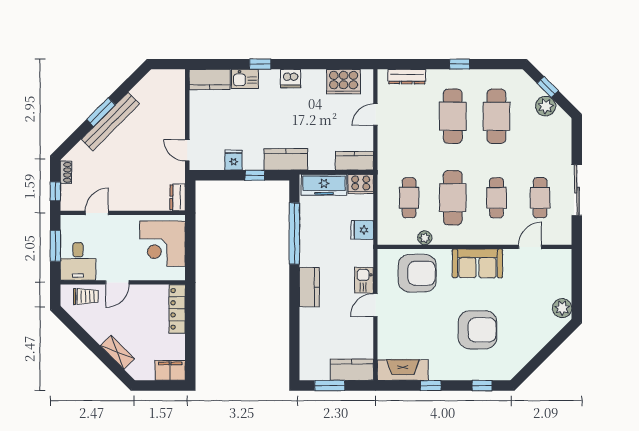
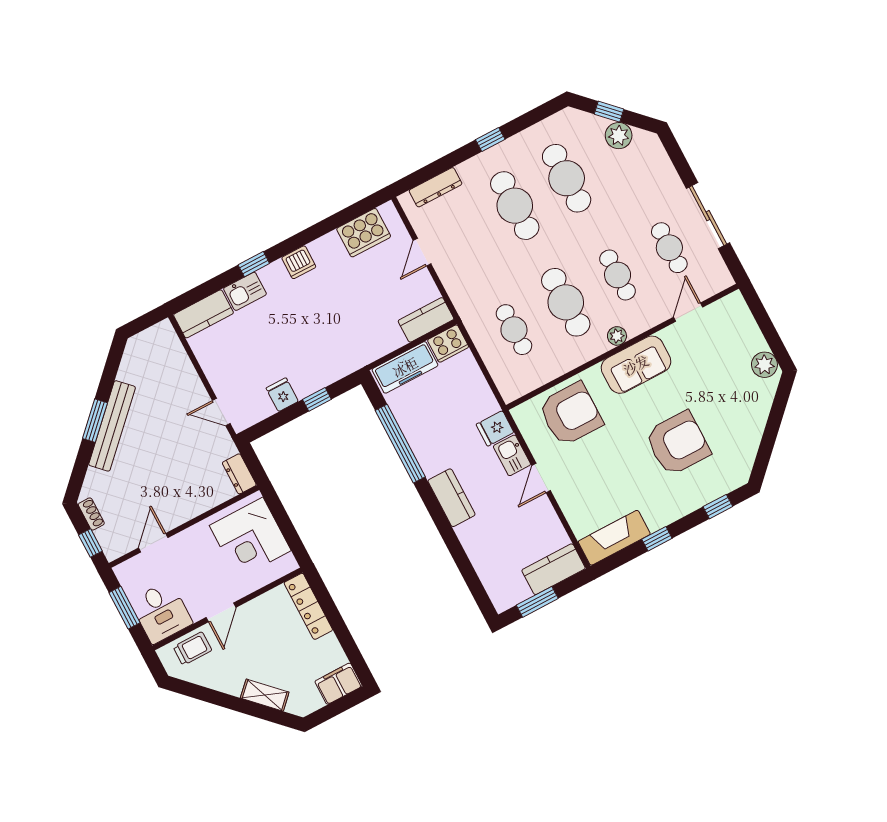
kitchen counter: (286, 159) -> (344, 361), removed
fridge: (362, 230) -> (495, 428), moved
plant: (425, 238) -> (617, 336), moved

